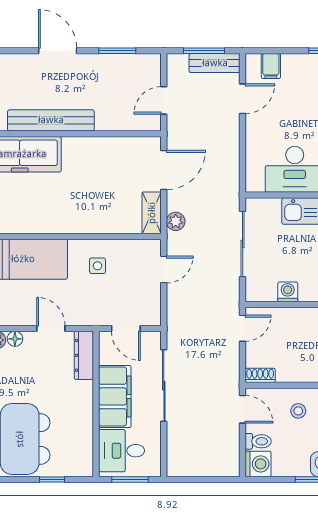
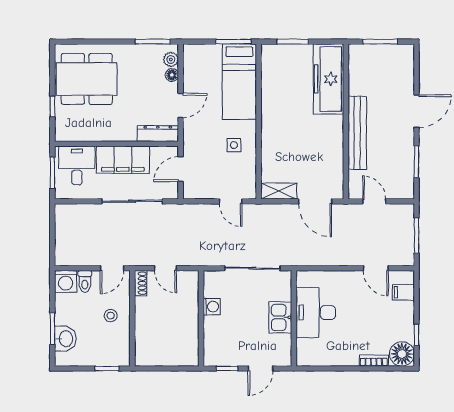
bench: (215, 63) -> (406, 244), removed
bench: (51, 120) -> (357, 133), moved
plant: (176, 221) -> (272, 211), removed
door: (243, 328) -> (165, 268), moved

